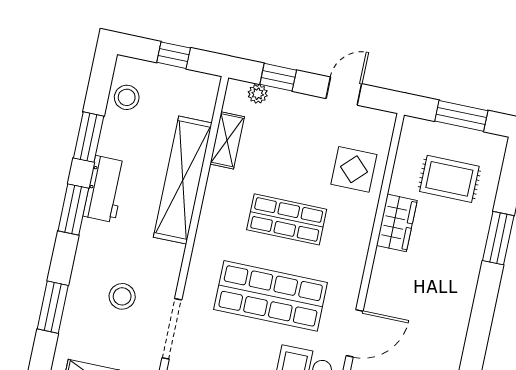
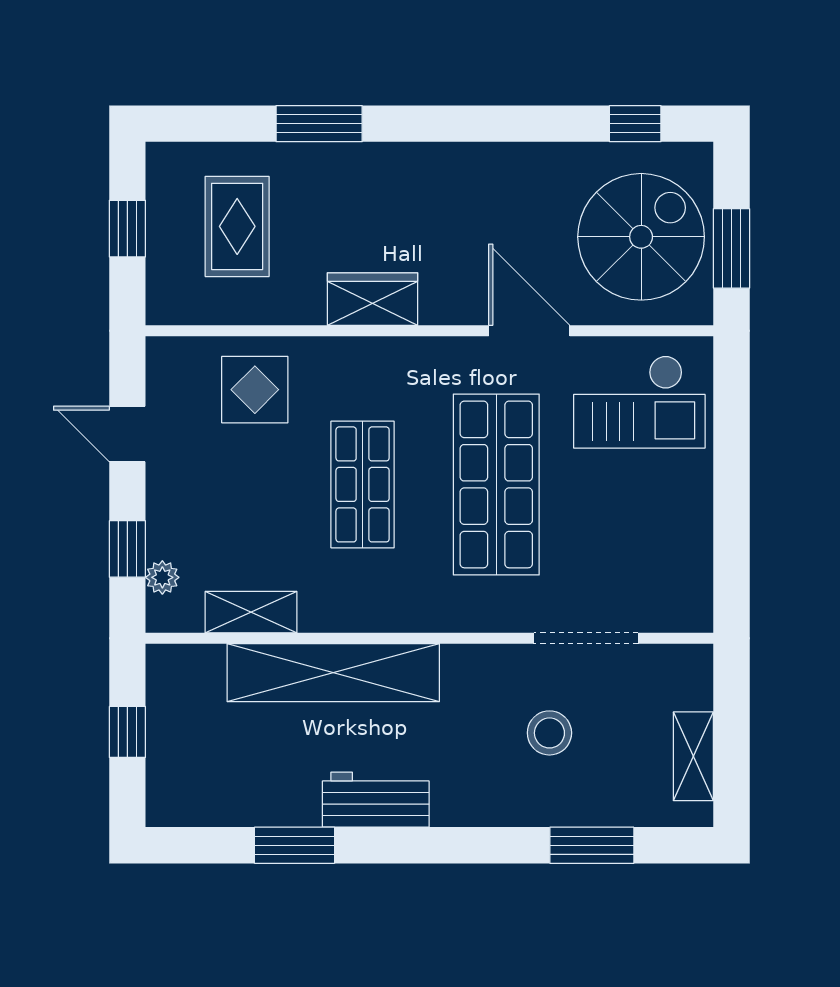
stool: (127, 97) -> (215, 796), removed
window: (461, 116) -> (127, 229), width x0.67
window: (73, 209) -> (421, 845), removed
wardrobe: (397, 223) -> (372, 299), moved

